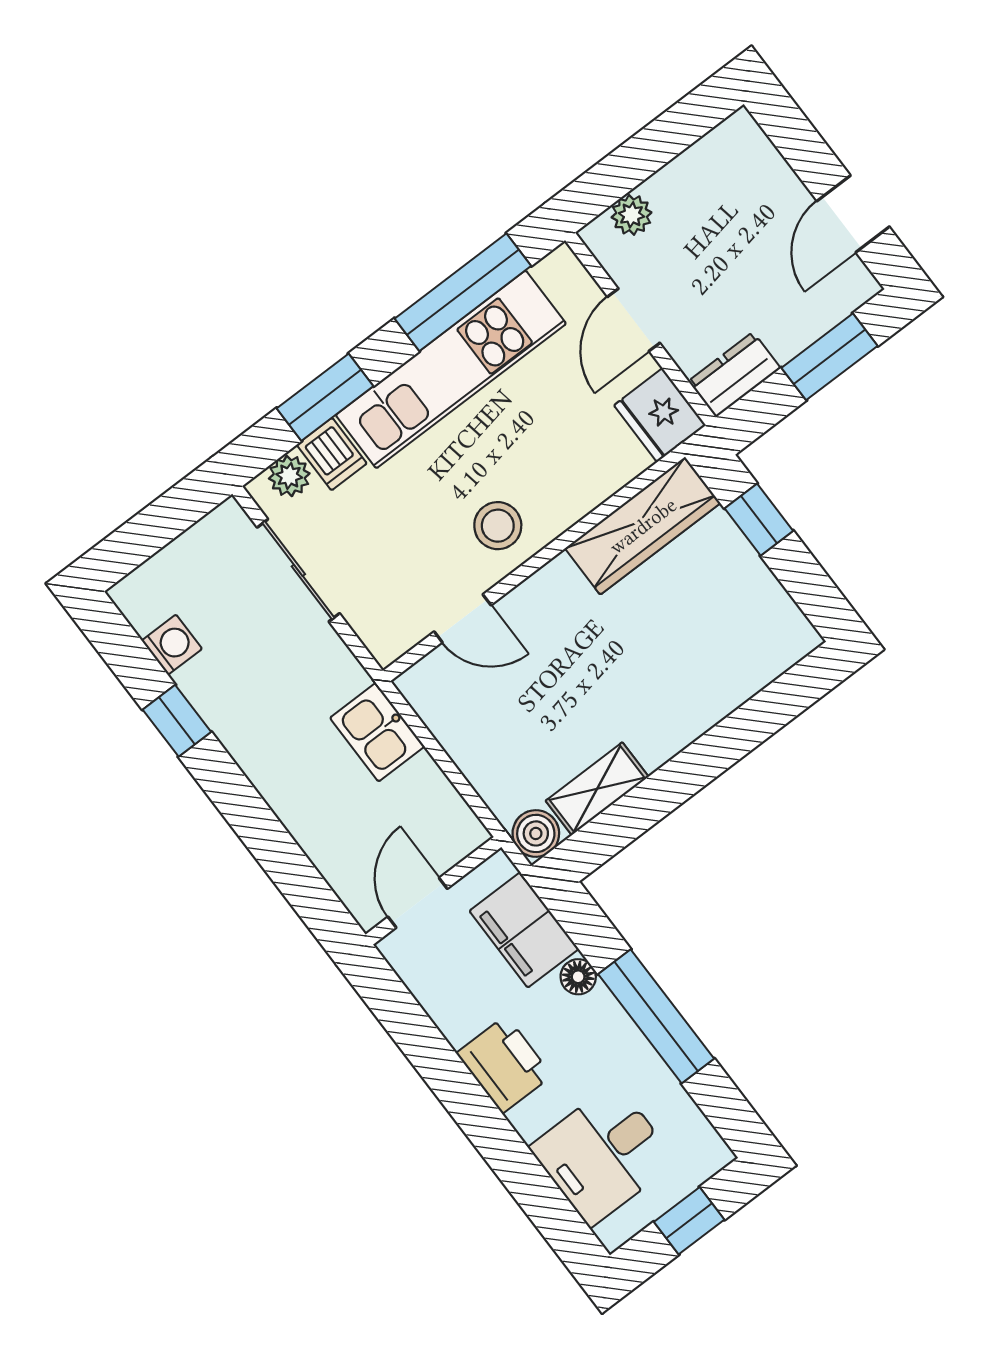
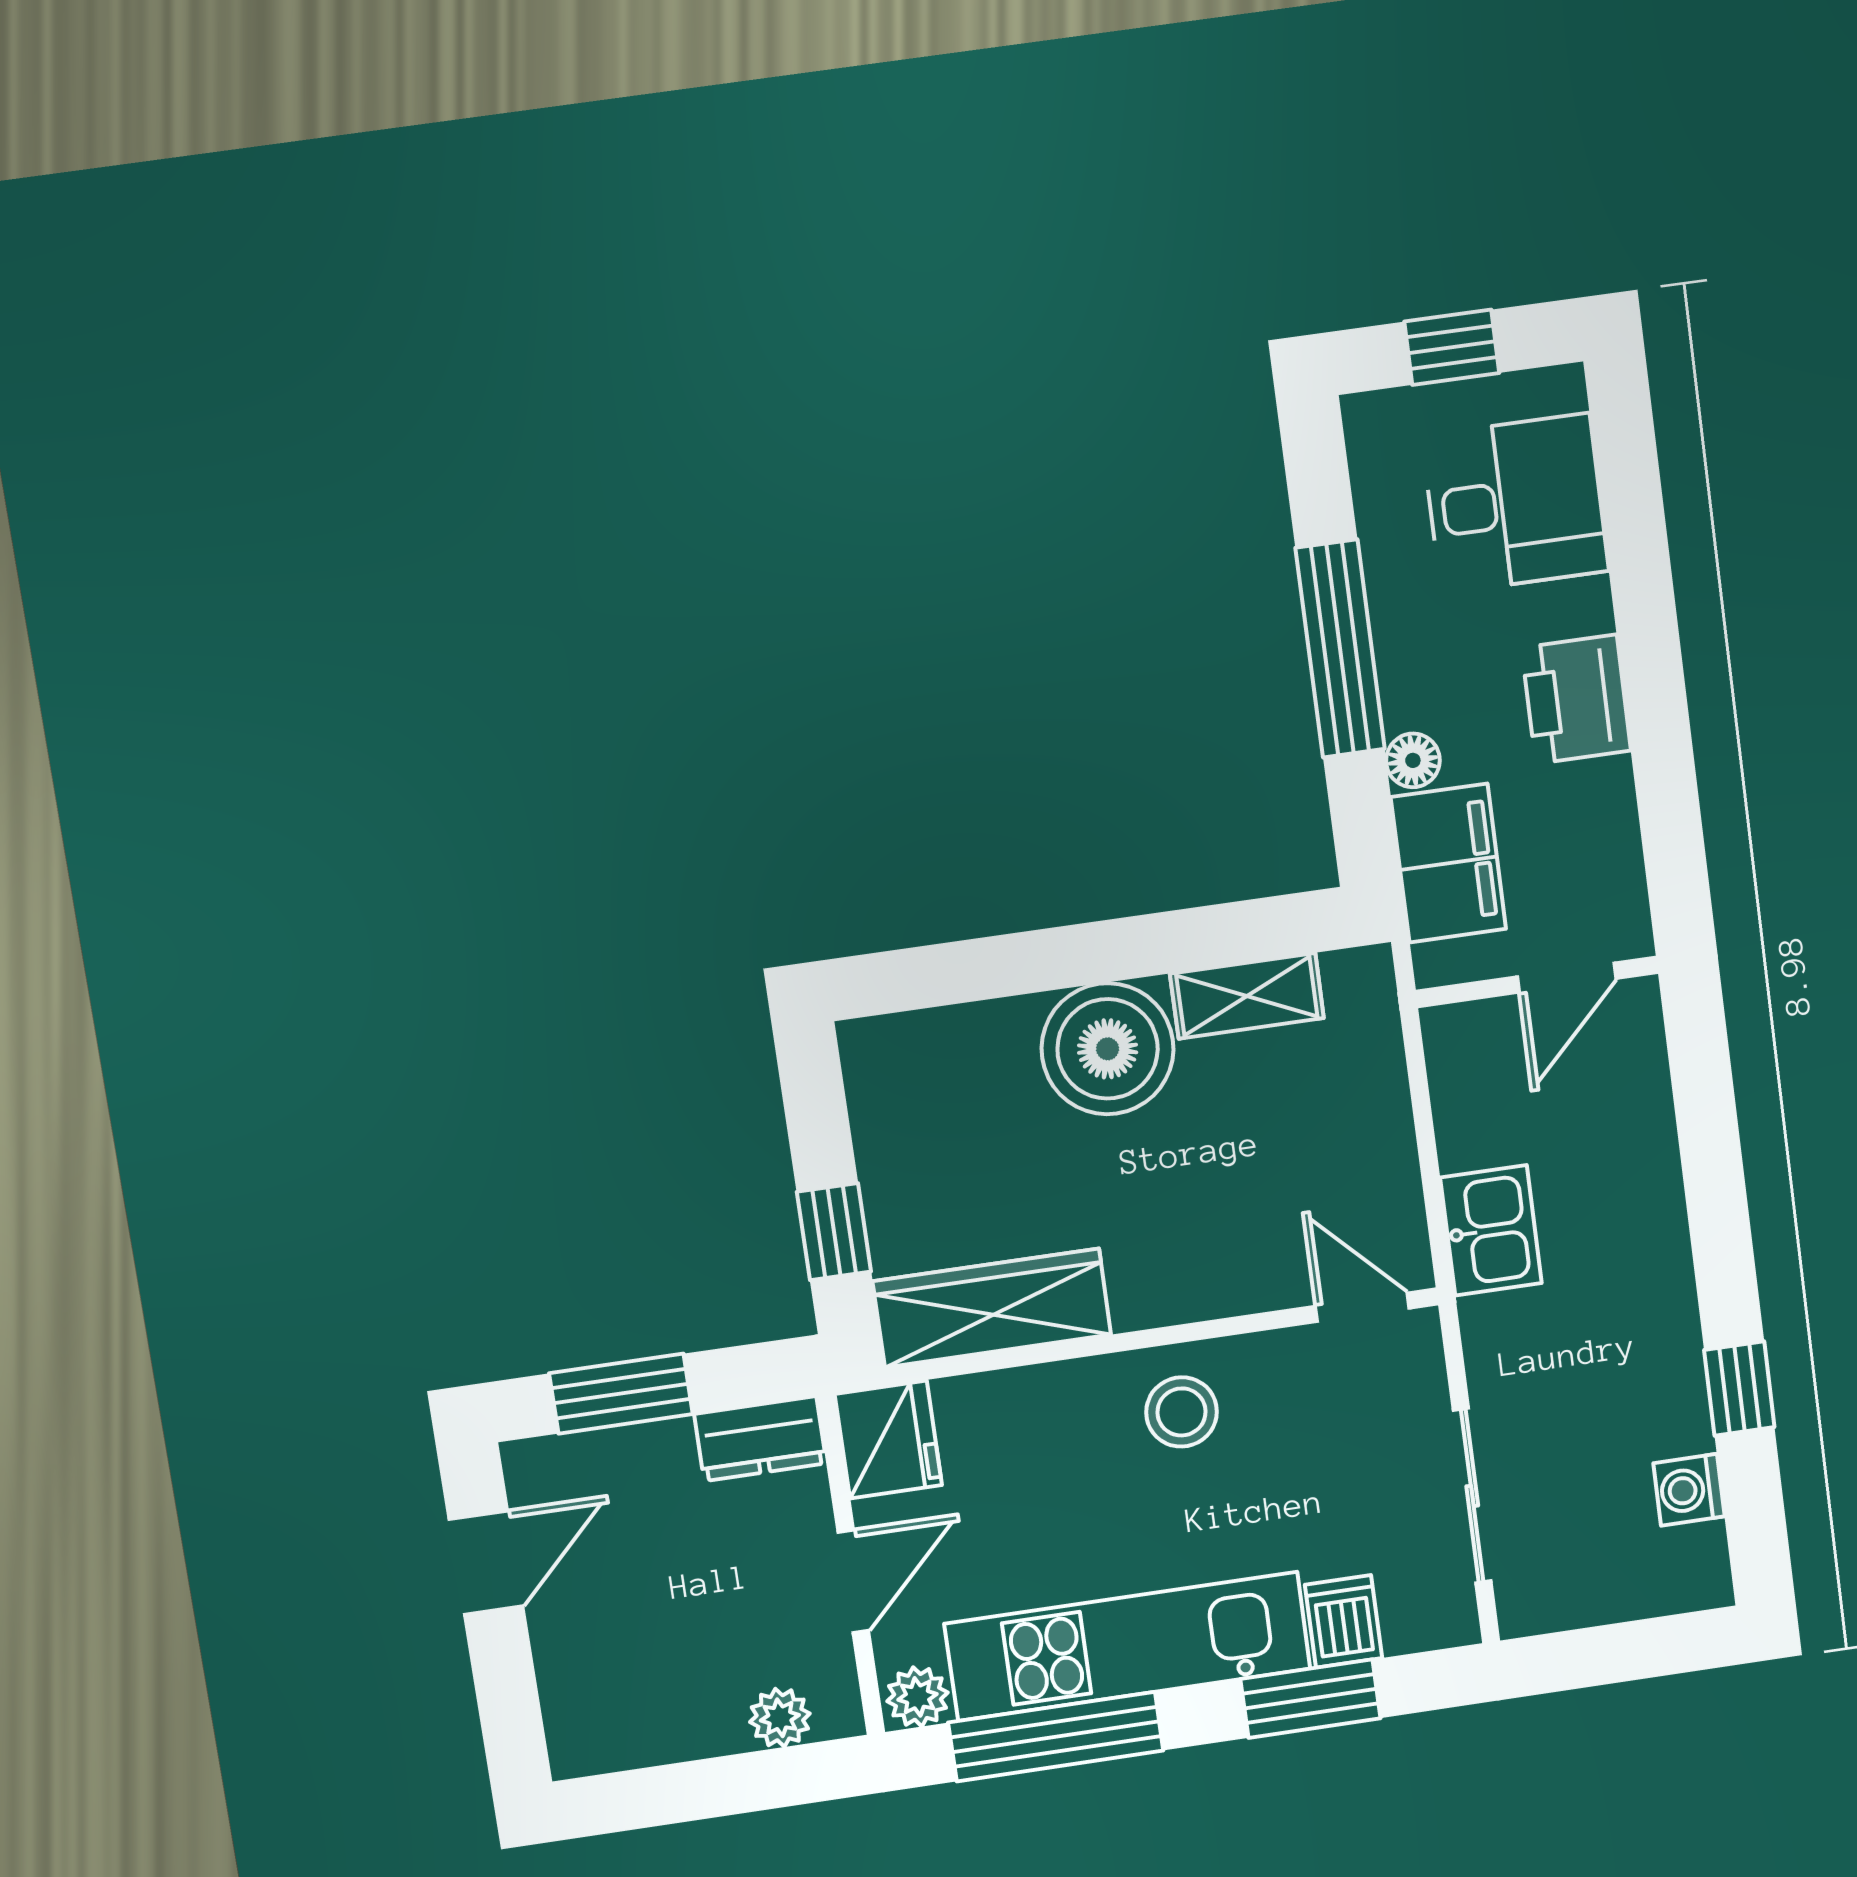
plant: (289, 476) -> (918, 1697), moved
door: (463, 618) -> (1362, 1307), moved
boiler: (536, 833) -> (1108, 1049), moved, width x1.86, depth x1.86

